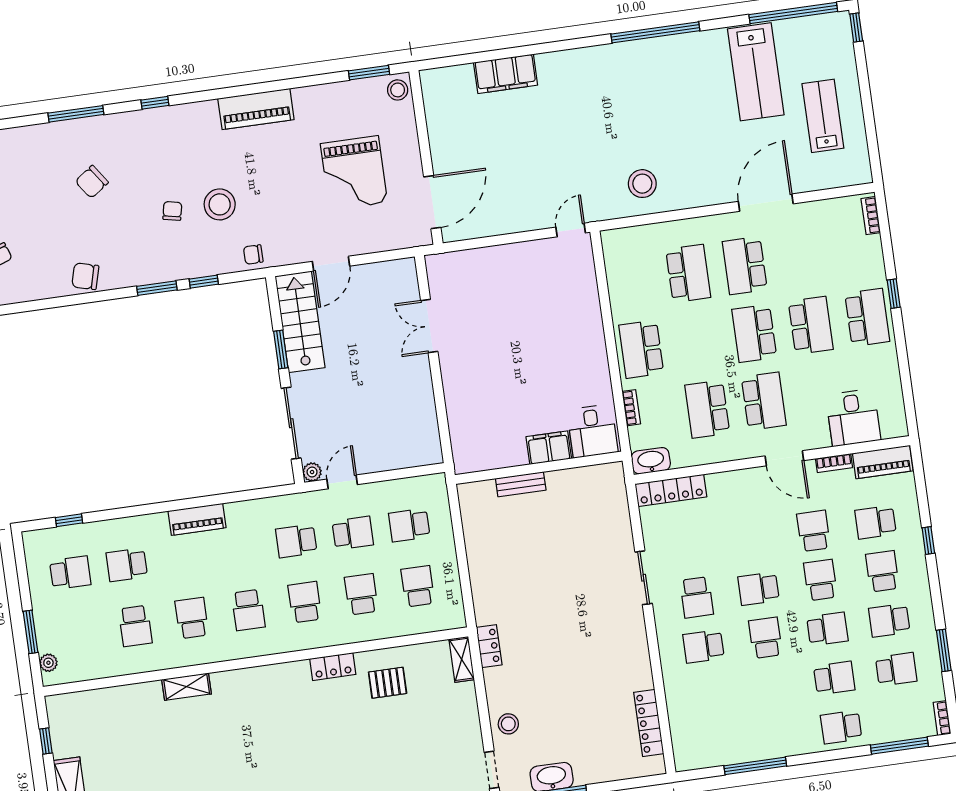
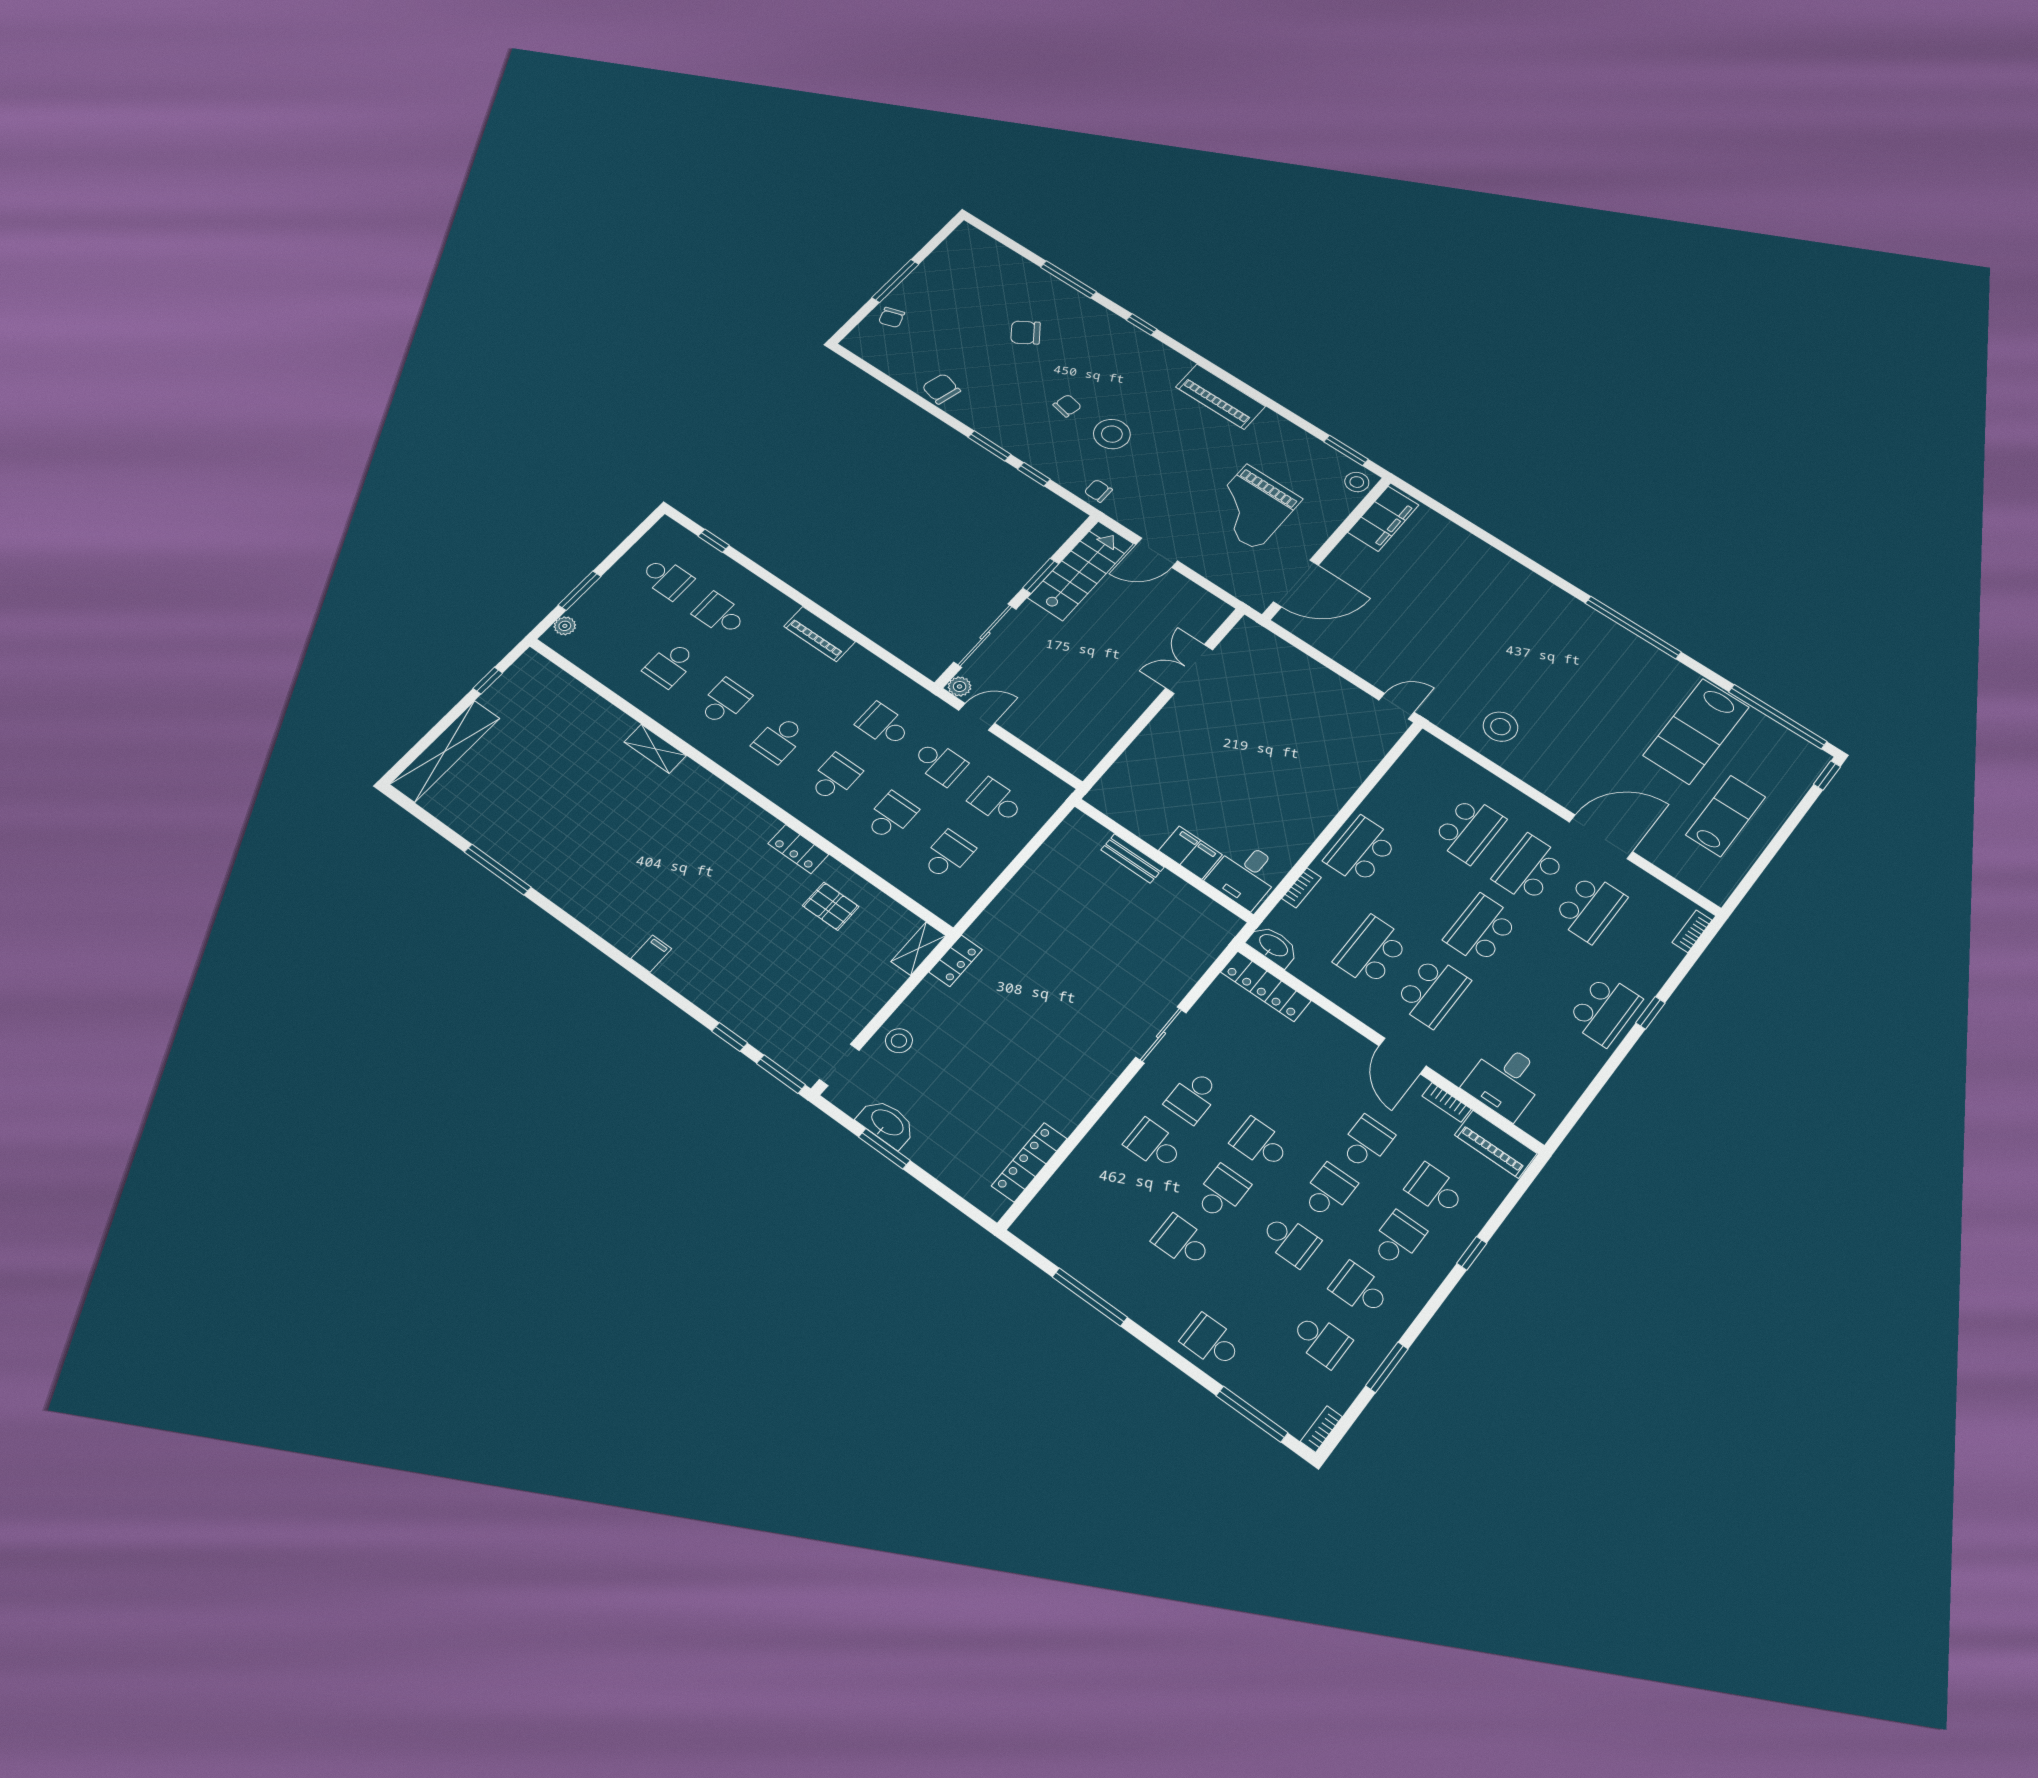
filing cabinet: (506, 74) -> (1383, 519), moved, turned -90
school desk: (811, 325) -> (1590, 908), moved
school desk: (834, 678) -> (1182, 1242), moved, turned 180

